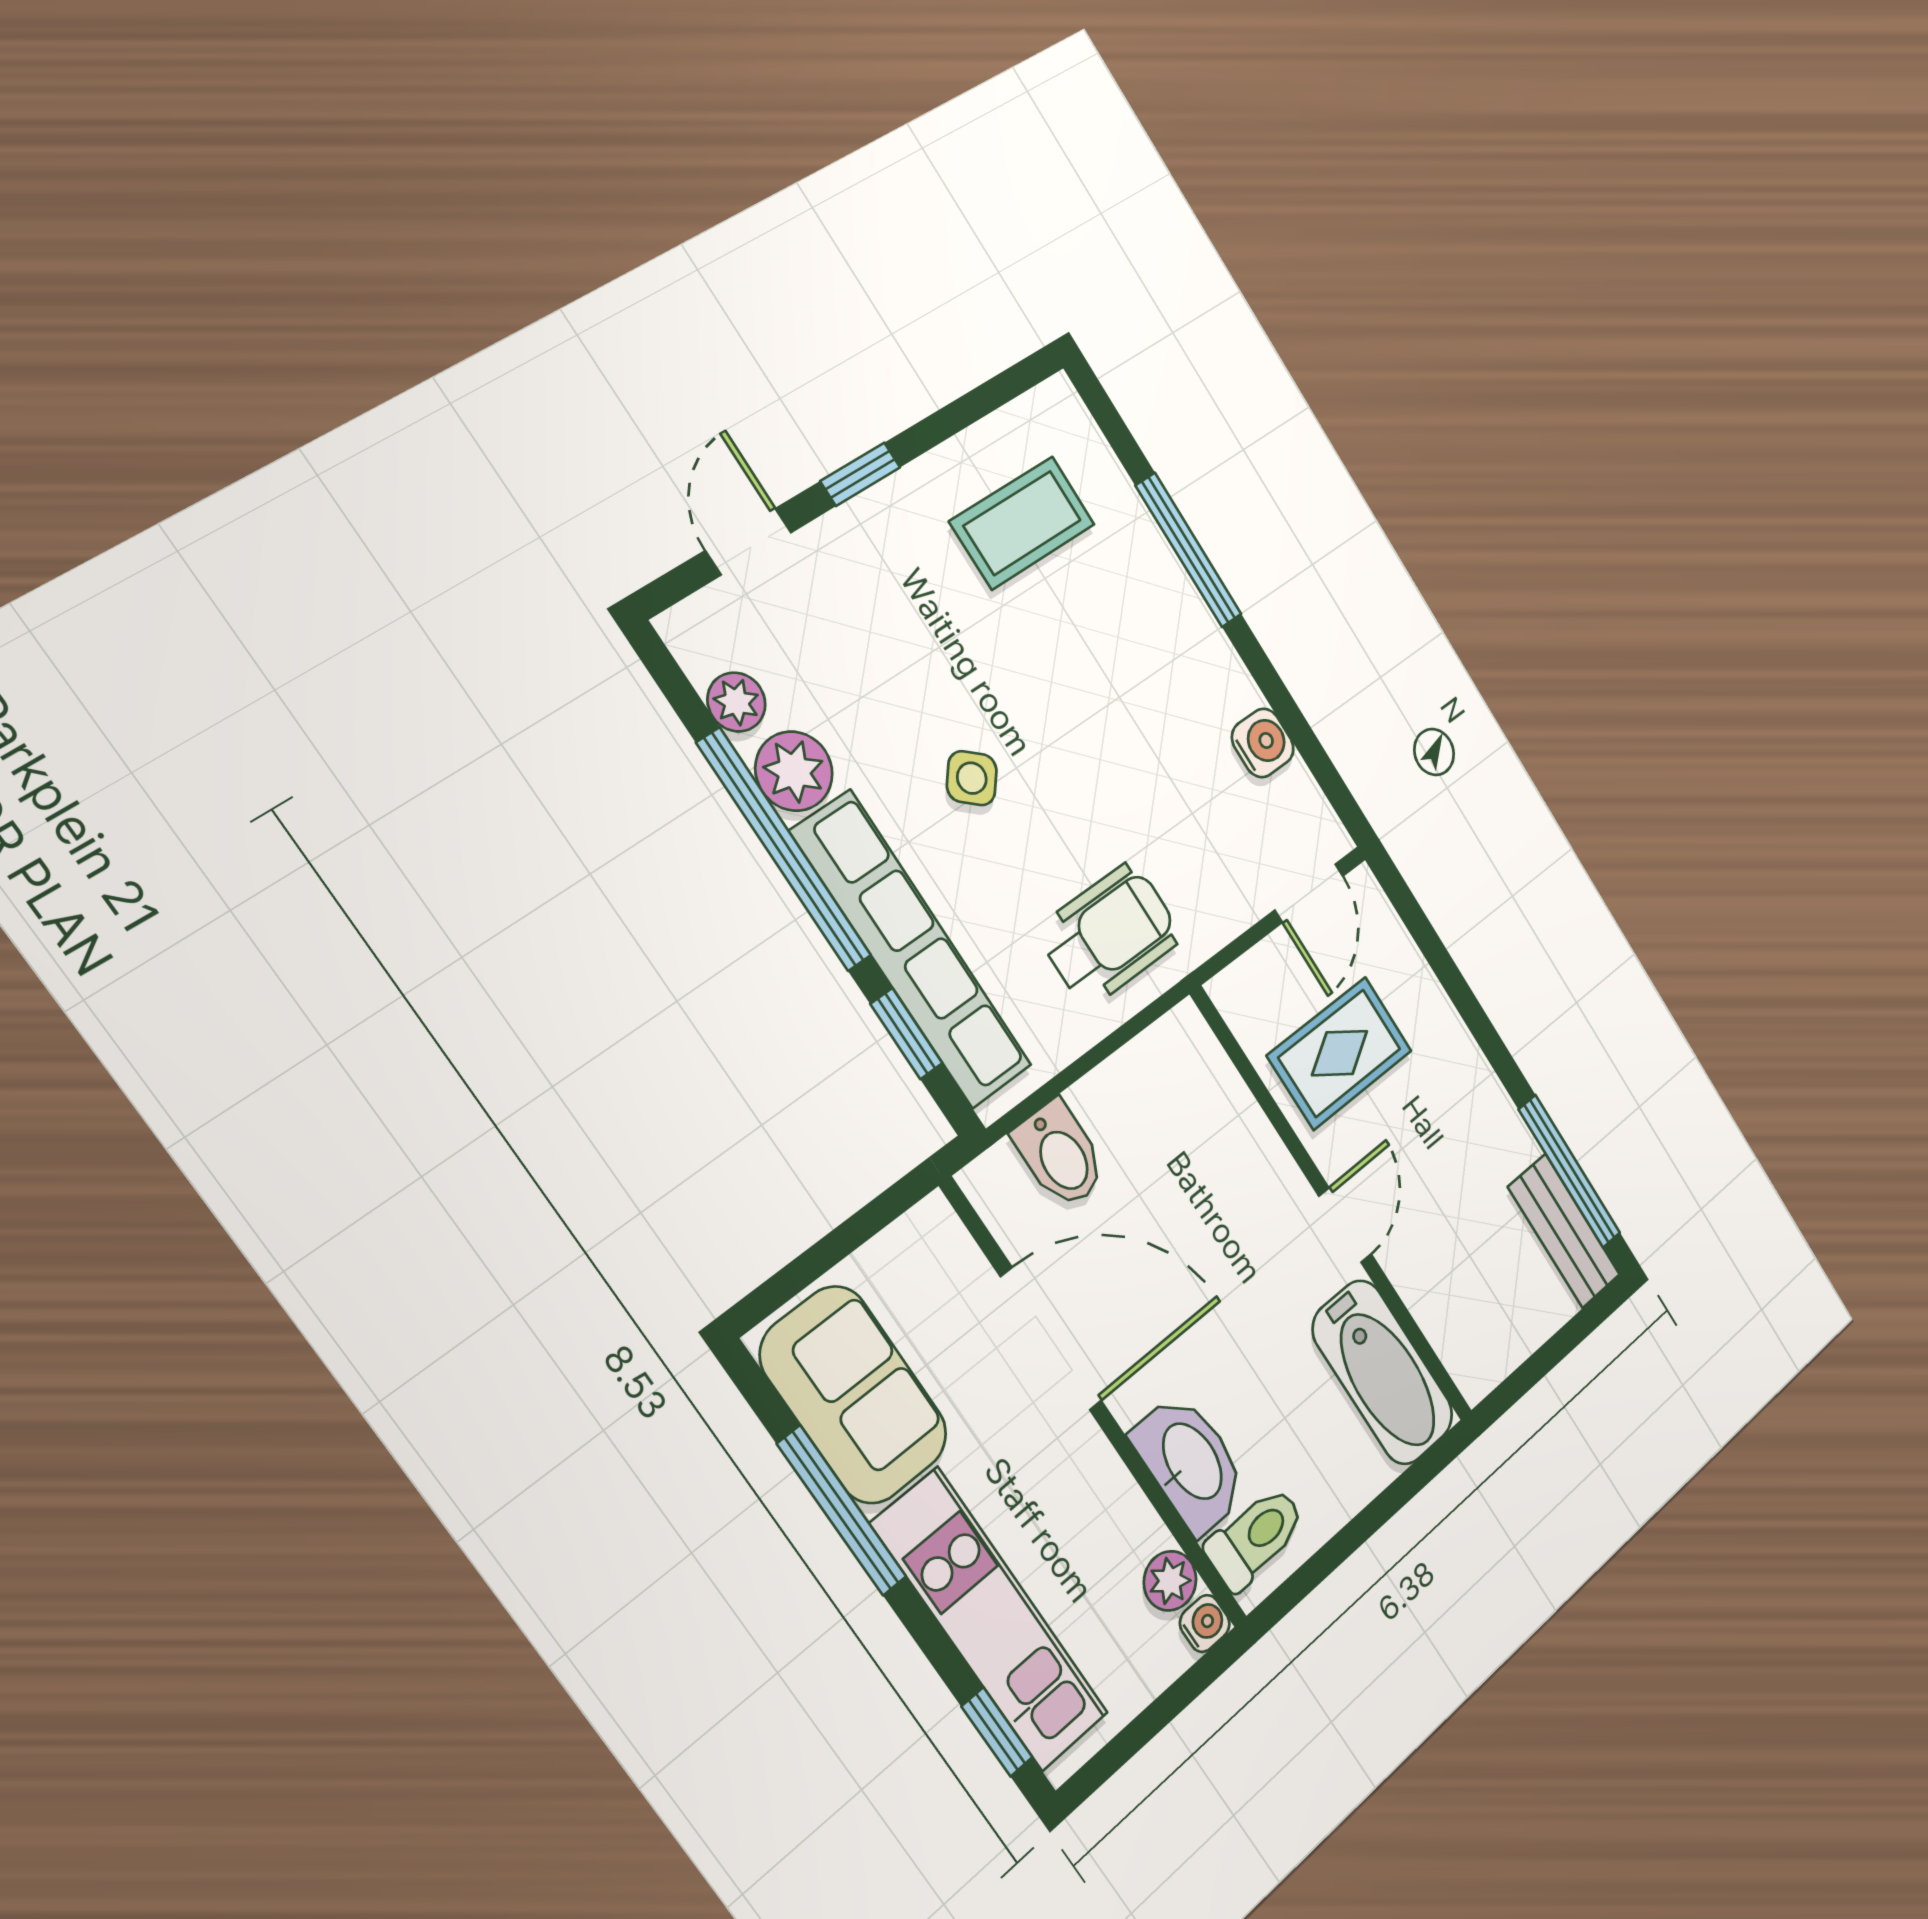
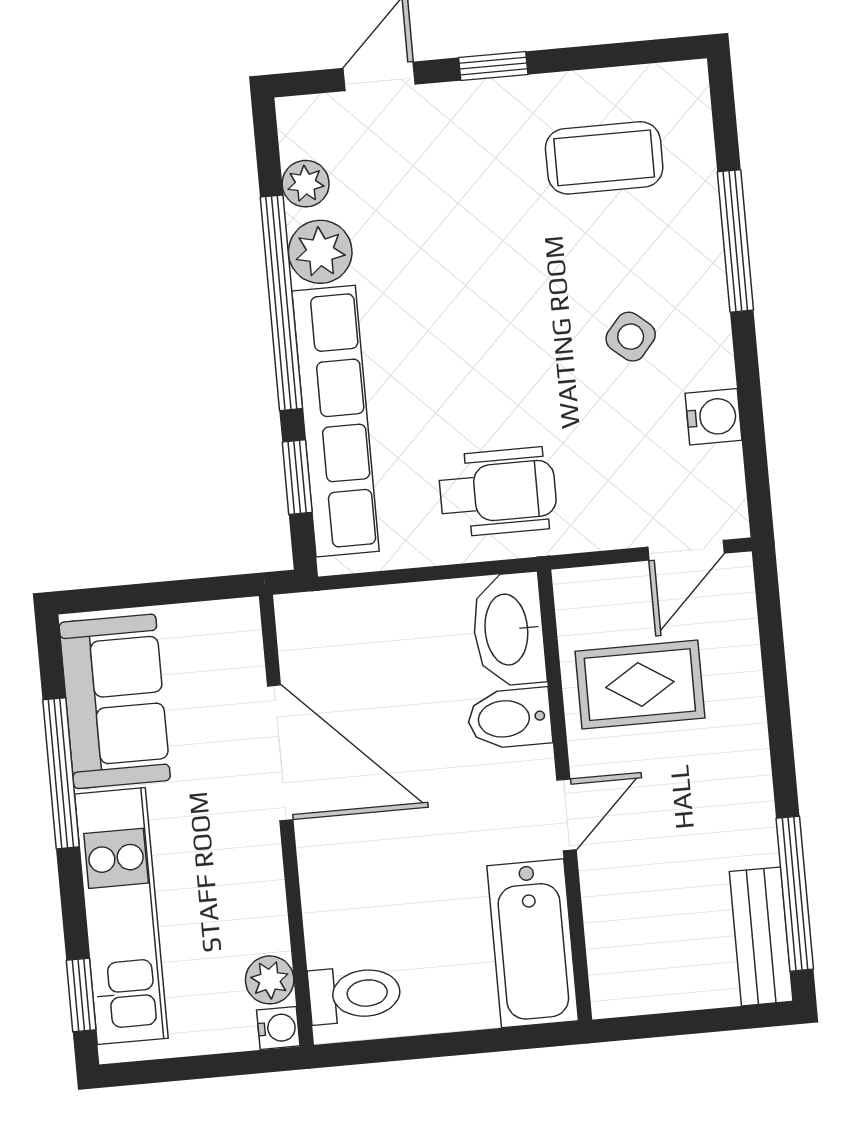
side table: (972, 778) -> (631, 337), moved
bidet: (1060, 1155) -> (510, 718), moved, turned 90
washbasin: (1191, 1463) -> (508, 629), moved, turned 180

